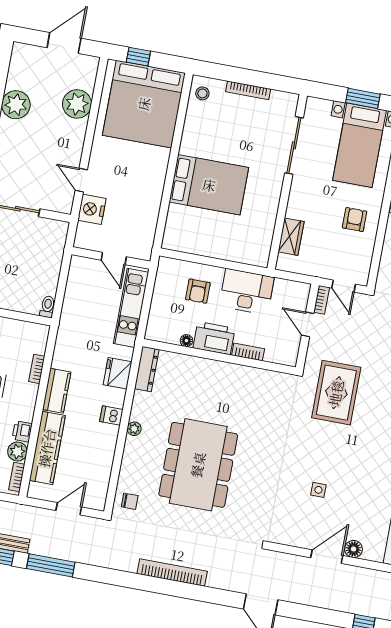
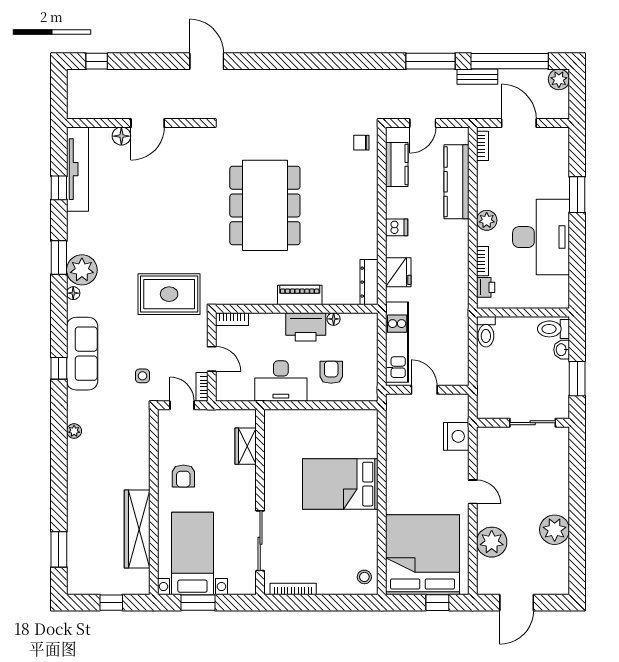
bookcase: (248, 90) -> (293, 589), moved
door: (81, 180) -> (473, 492), moved
toilet: (47, 307) -> (486, 332), width x1.37, depth x1.39
bookcase: (248, 352) -> (232, 319), moved
piano: (214, 369) -> (300, 295), added
kitchen counter: (57, 391) -> (397, 164), moved, turned 180
rug: (336, 393) -> (169, 294), turned 90
plant: (134, 429) -> (371, 218), removed
printer: (22, 431) -> (486, 287), moved
plant: (17, 452) -> (487, 220), moved
dining table: (198, 465) -> (265, 205), moved
side table: (318, 490) -> (142, 376), moved
bookcase: (172, 573) -> (304, 77), removed

